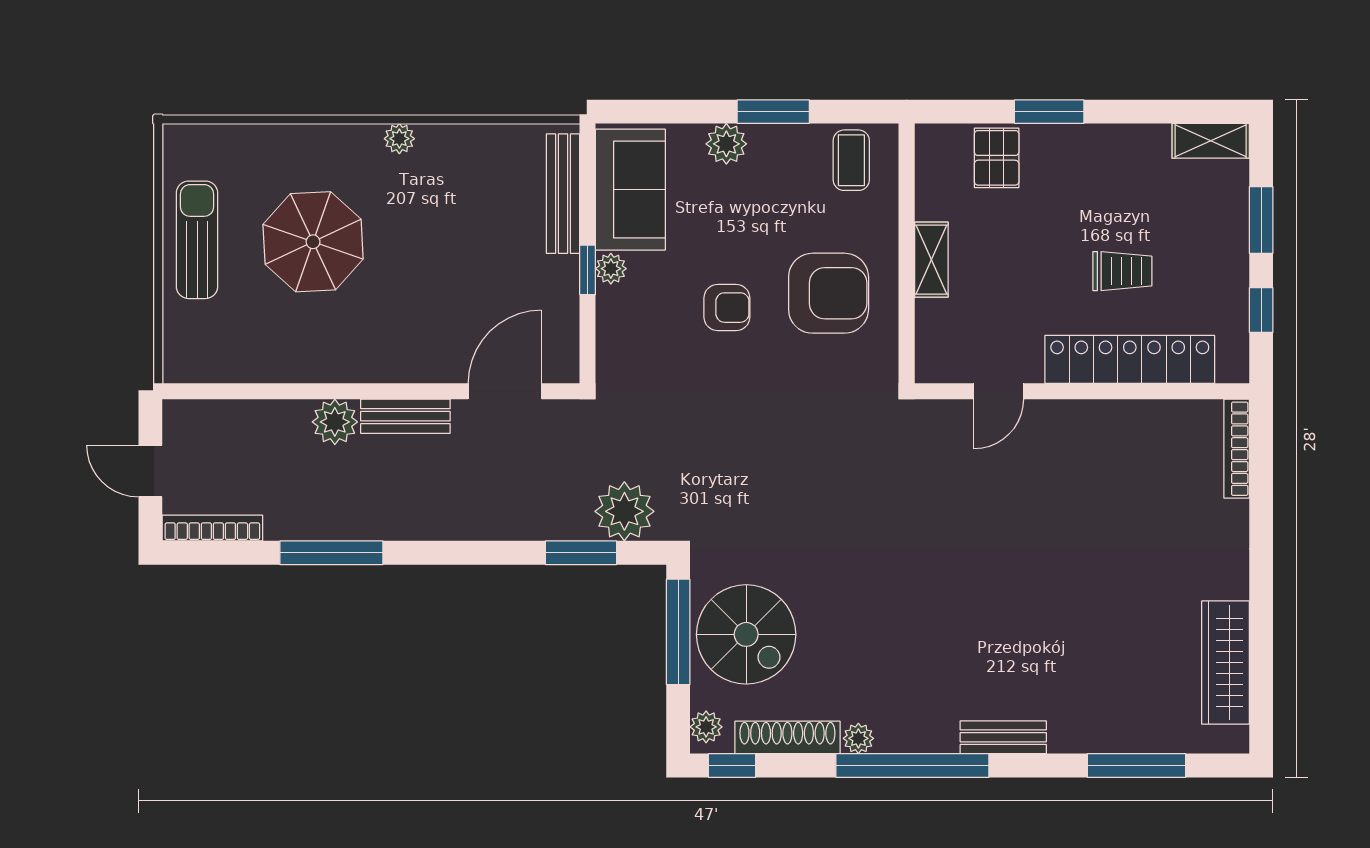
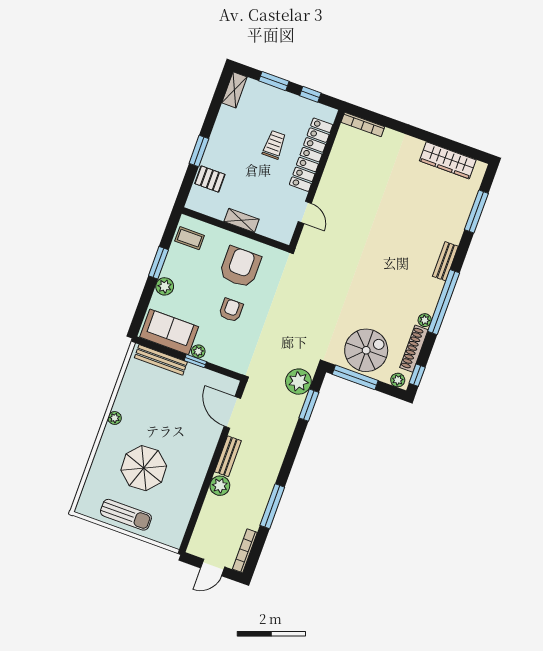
sun lounger: (197, 240) -> (126, 515), turned 180

